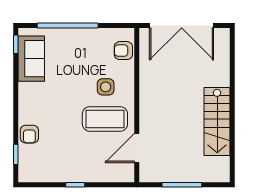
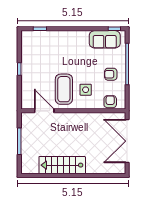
armchair: (29, 134) -> (111, 74), moved

